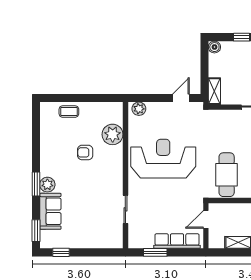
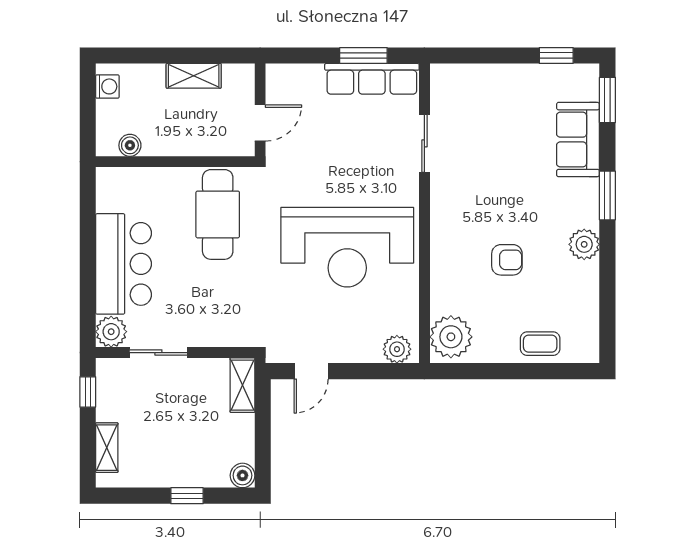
plant: (113, 134) -> (451, 337), moved
plant: (47, 185) -> (584, 244), moved
row of seats: (177, 241) -> (372, 79), moved

